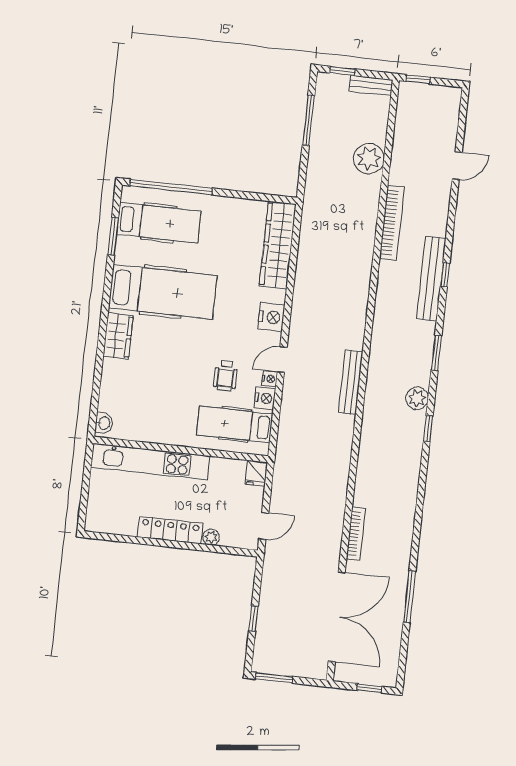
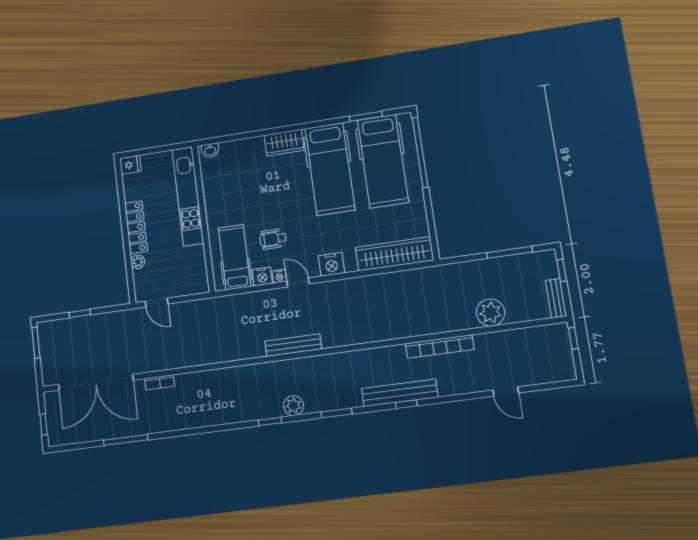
hospital bed: (159, 223) -> (383, 161), width x1.37, depth x1.29
fridge: (256, 473) -> (130, 165), moved, turned 180
bookcase: (356, 534) -> (160, 382), width x0.64

